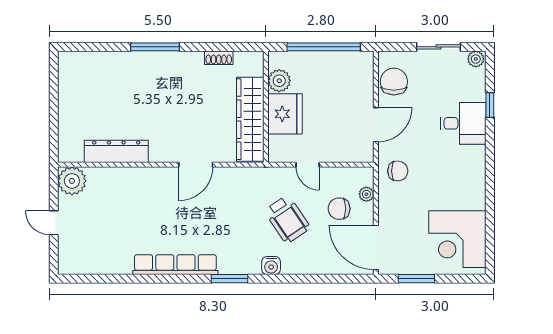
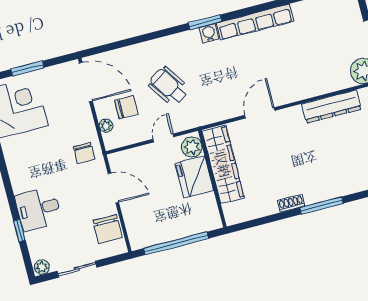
shoe rack: (219, 58) -> (291, 203), moved
plant: (279, 81) -> (192, 147), moved
door: (376, 125) -> (113, 188), swing flipped
door: (308, 165) -> (163, 138), hinge flipped
chair: (398, 171) -> (84, 153), turned -90
water cooler: (271, 266) -> (209, 33), moved
window: (416, 279) -> (27, 68), moved

